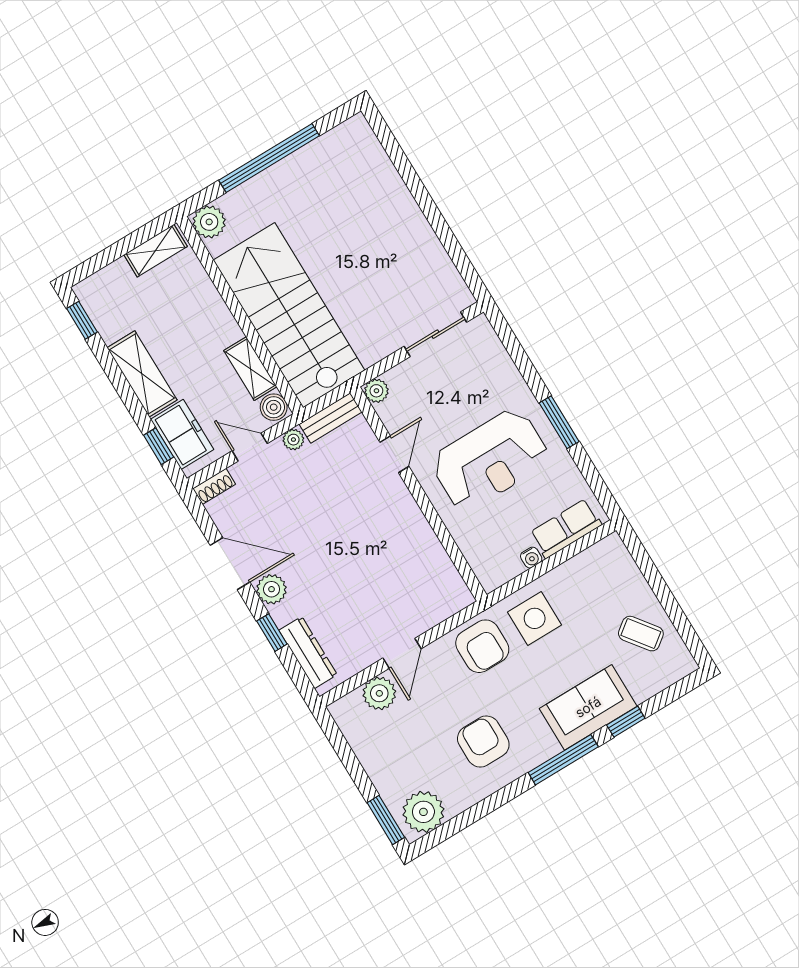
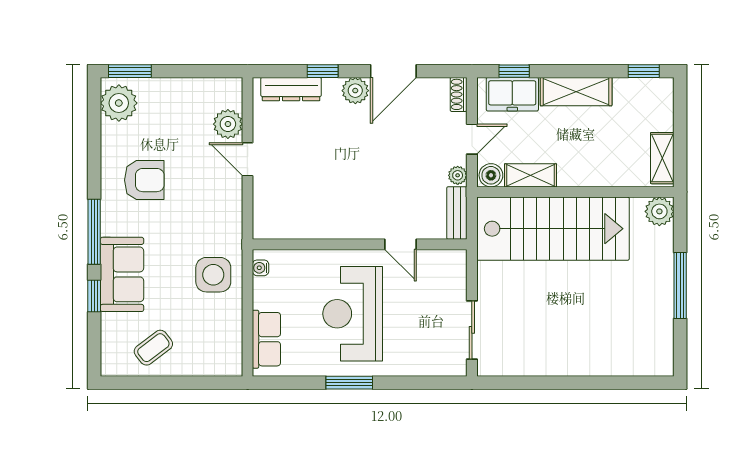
window: (269, 158) -> (680, 286), width x0.68
plant: (376, 391) -> (456, 260), removed
water cooler: (531, 558) -> (261, 268), moved
armchair: (482, 646) -> (216, 223), removed

